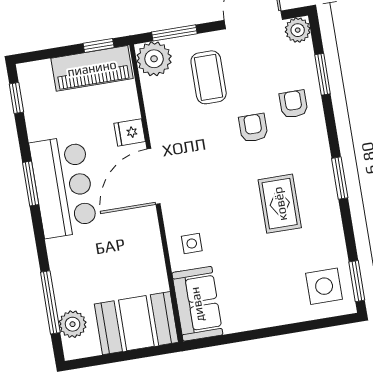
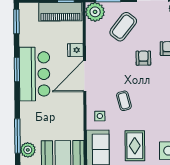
coffee table: (209, 77) -> (123, 27), turned 38
window: (16, 98) -> (16, 22), width x1.50
rug: (280, 204) -> (135, 146), moved
coffee table: (231, 210) -> (124, 101), added

